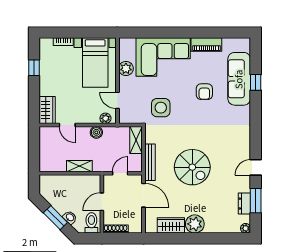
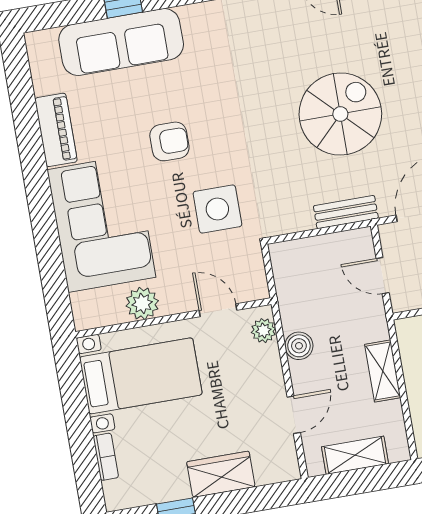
armchair: (204, 92) -> (169, 141), moved
door: (117, 100) -> (218, 310), swing flipped
wardrobe: (47, 110) -> (221, 474), moved
shelving: (136, 140) -> (355, 455), moved
bench: (150, 162) -> (346, 212), width x0.73

